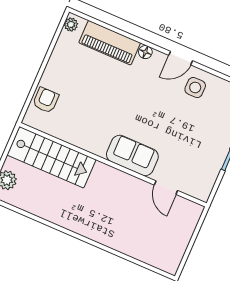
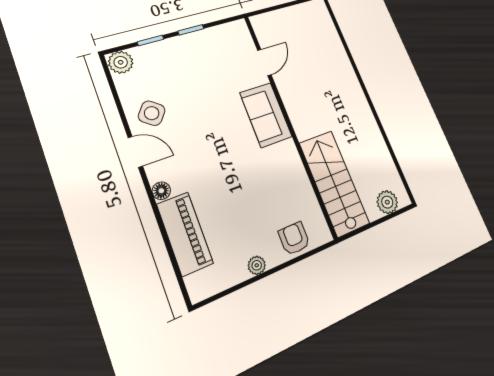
plant: (71, 25) -> (257, 265), moved
side table: (195, 88) -> (152, 113), turned 38
armchair: (46, 100) -> (294, 239), turned 90

